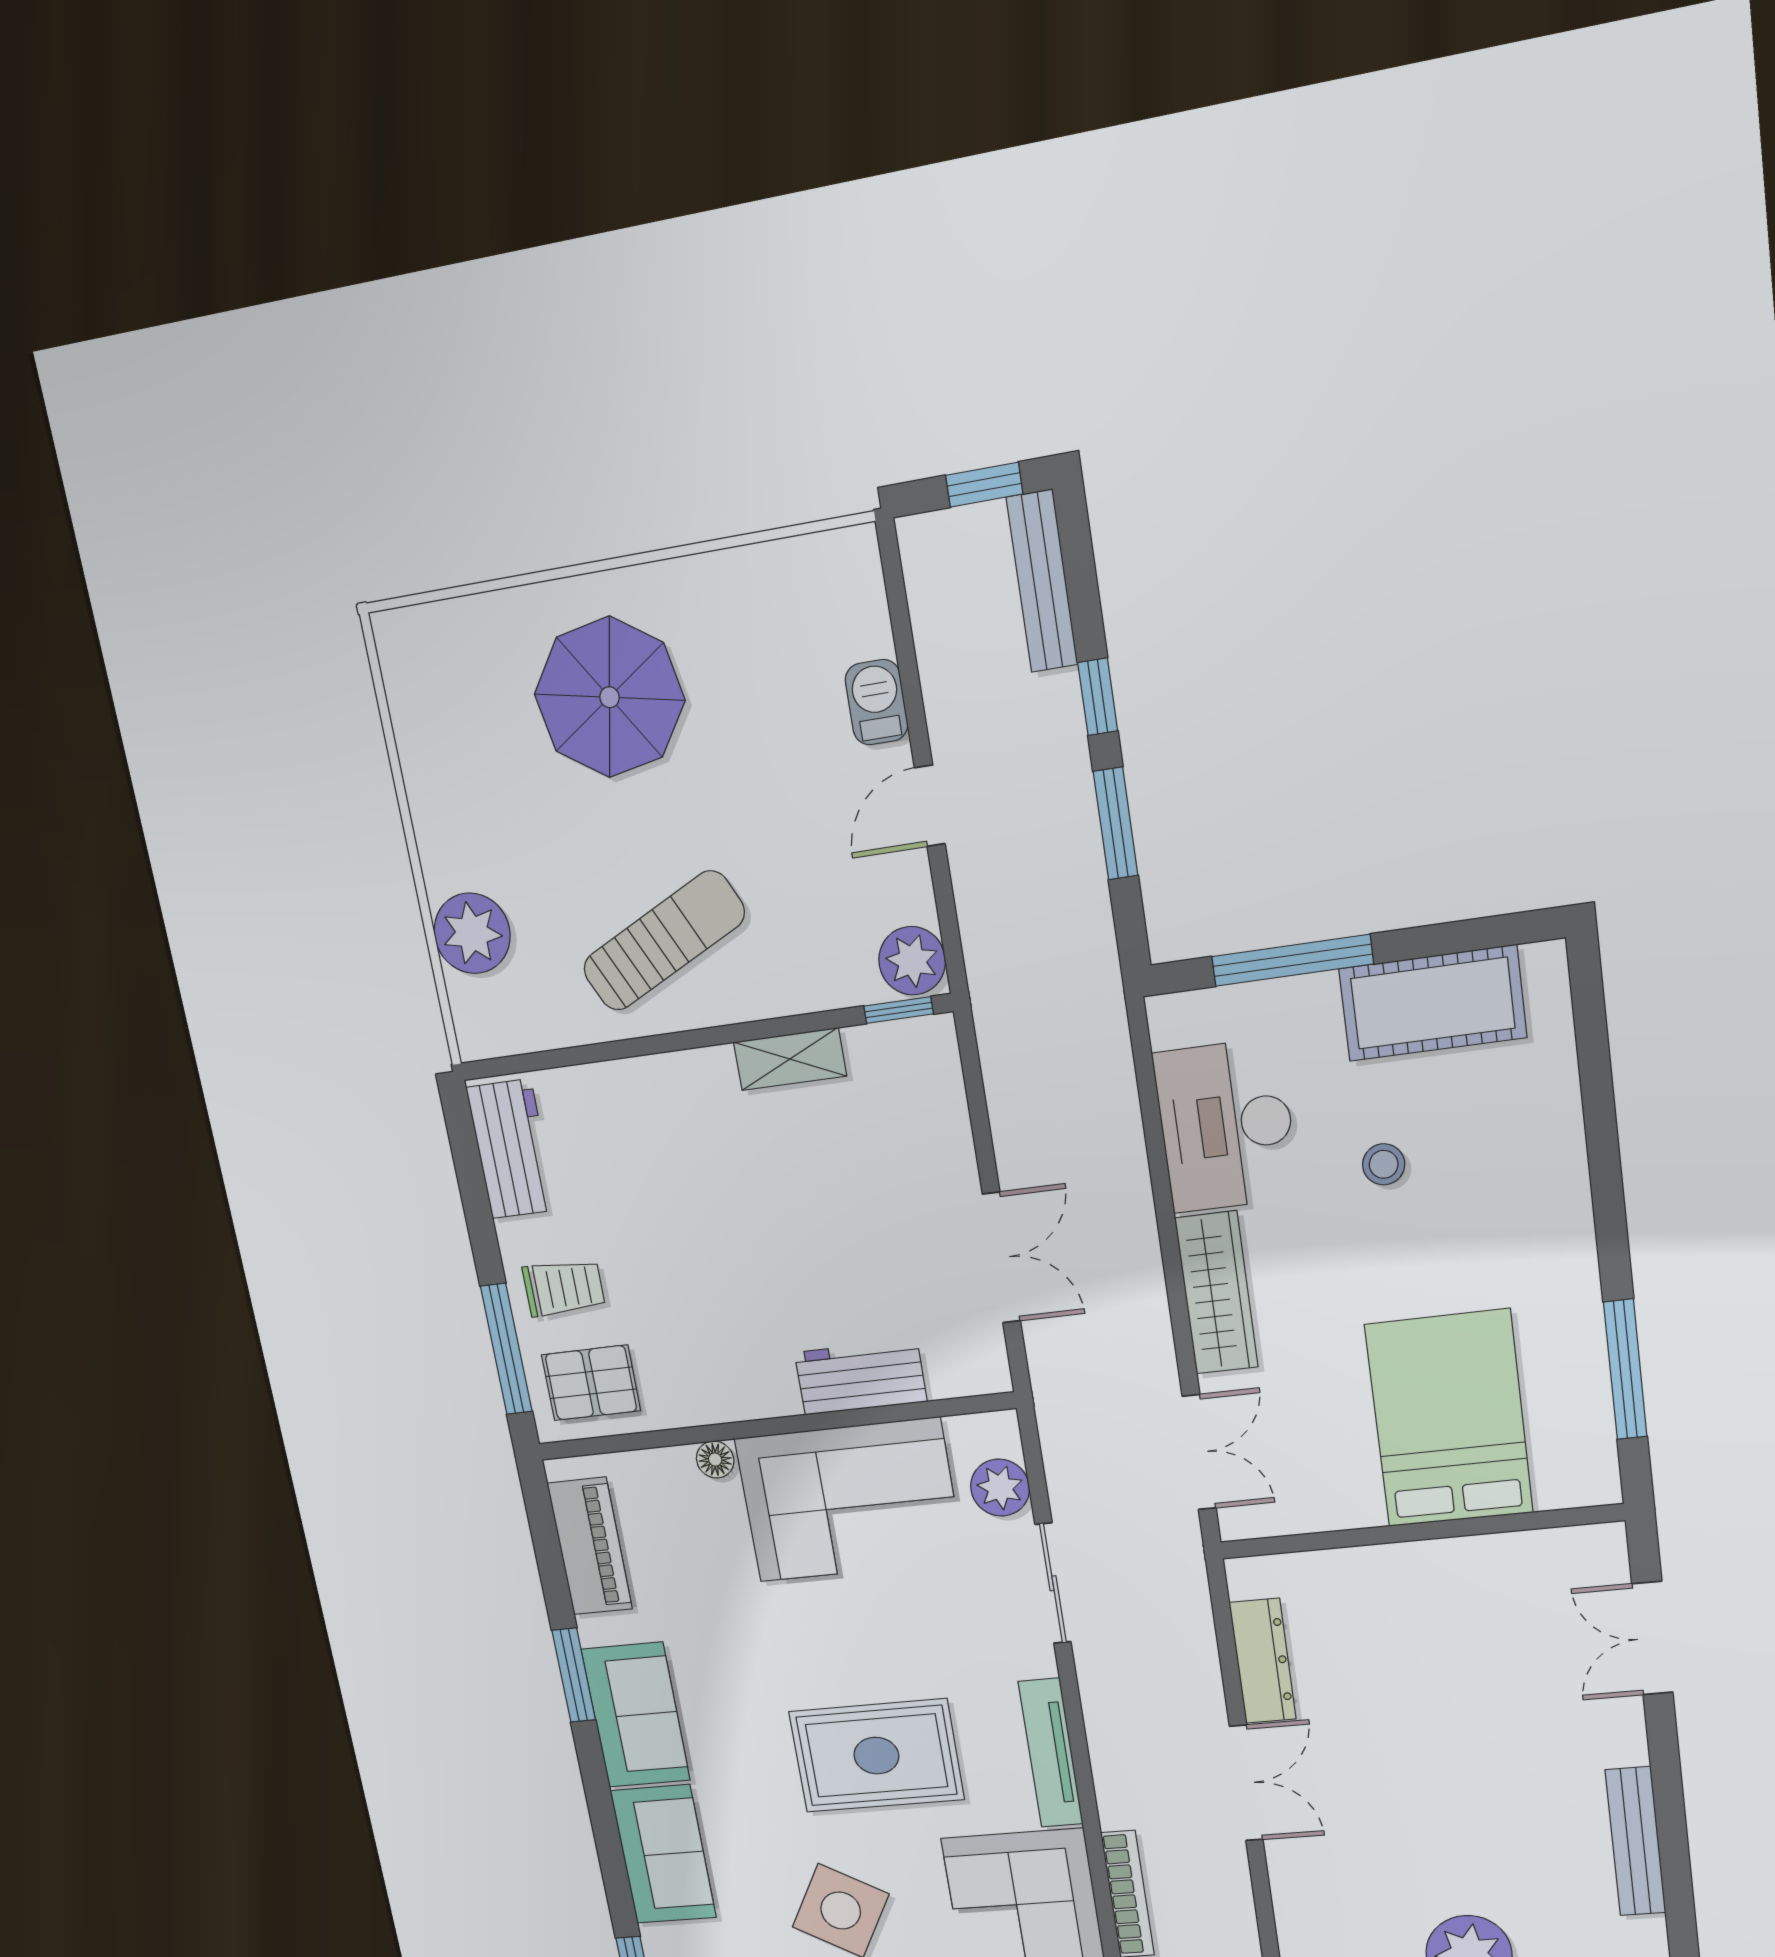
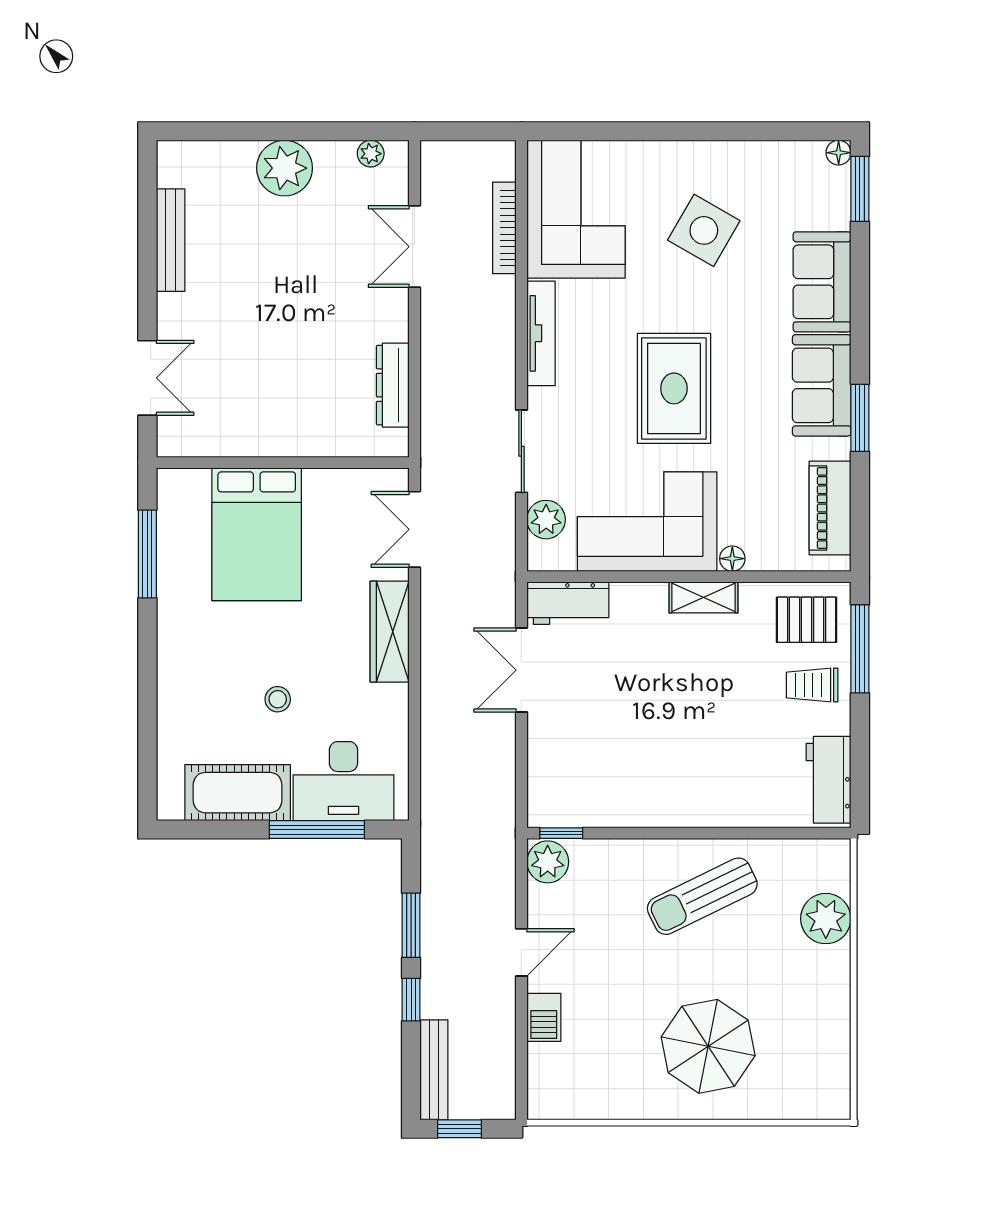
shelving: (790, 1059) -> (703, 597), moved
desk: (1226, 1126) -> (343, 781), moved, turned 90
workbench: (861, 1377) -> (568, 603), moved
rug: (876, 1756) -> (674, 388), moved, turned 90
double door: (1246, 1783) -> (415, 247), moved

